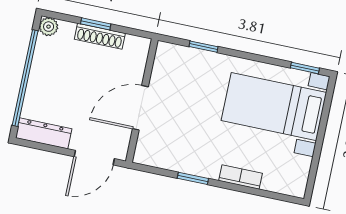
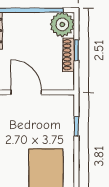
plant: (49, 27) -> (62, 24), width x1.88, depth x1.88

